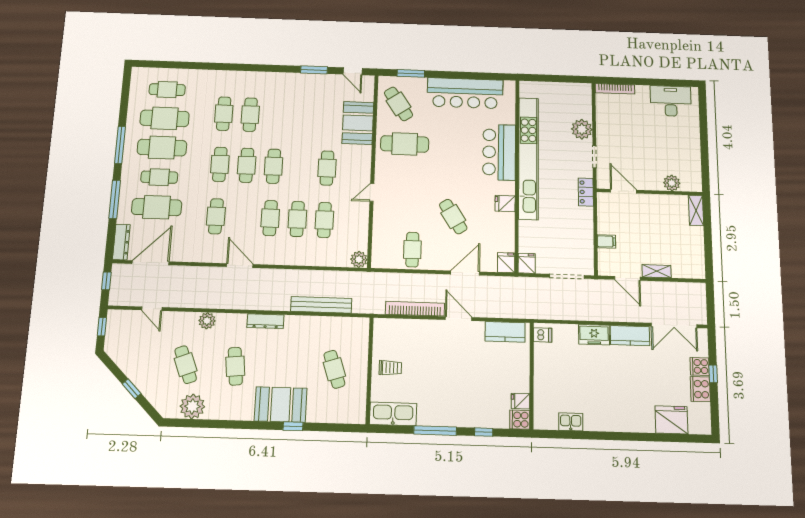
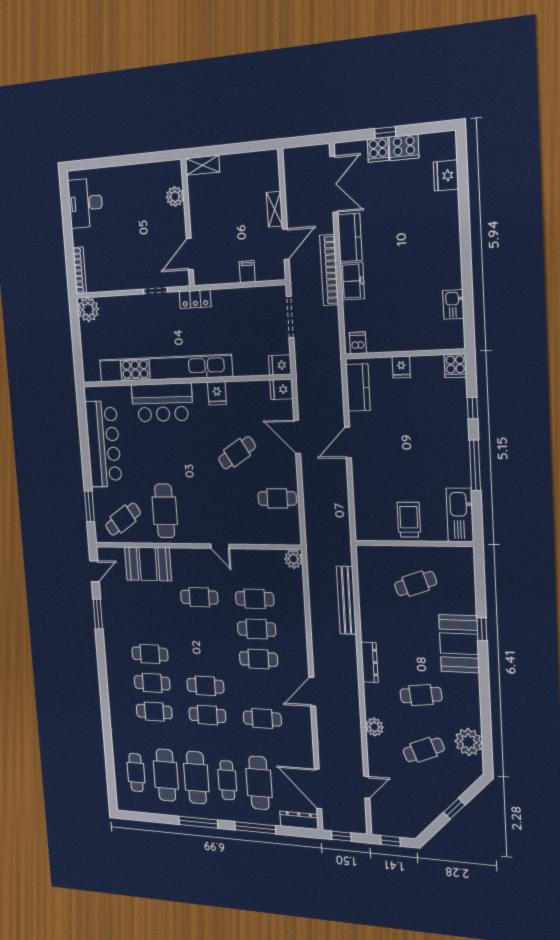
plant: (582, 129) -> (88, 310), moved
cafe table: (273, 166) -> (150, 654), moved
bookcase: (415, 309) -> (329, 270), moved
trolley: (390, 368) -> (409, 520), width x1.36, depth x1.39
fridge: (520, 401) -> (401, 367), moved
fridge: (671, 420) -> (446, 175), width x0.73, depth x0.75

